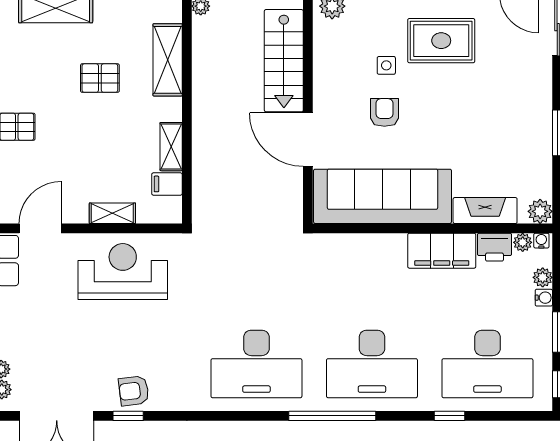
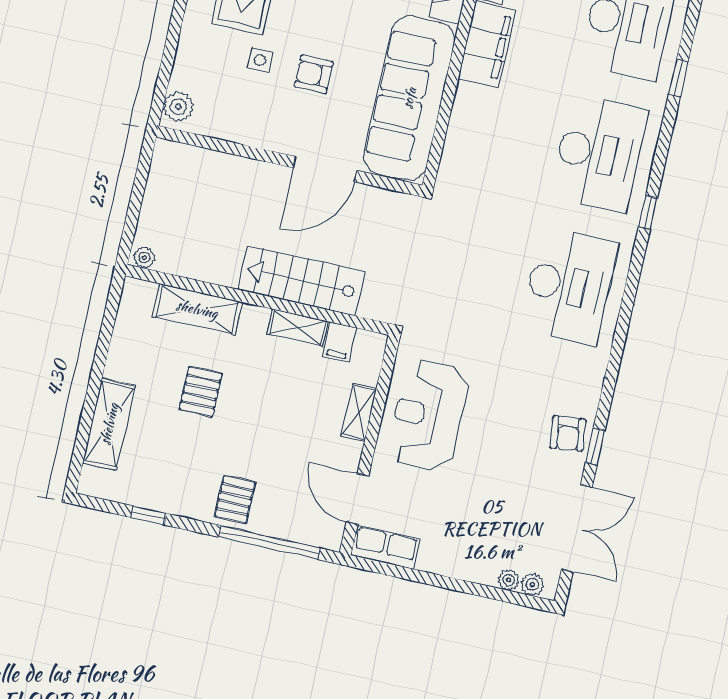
stairs: (284, 61) -> (301, 281), moved, turned 180
window: (332, 416) -> (648, 212), width x0.32

